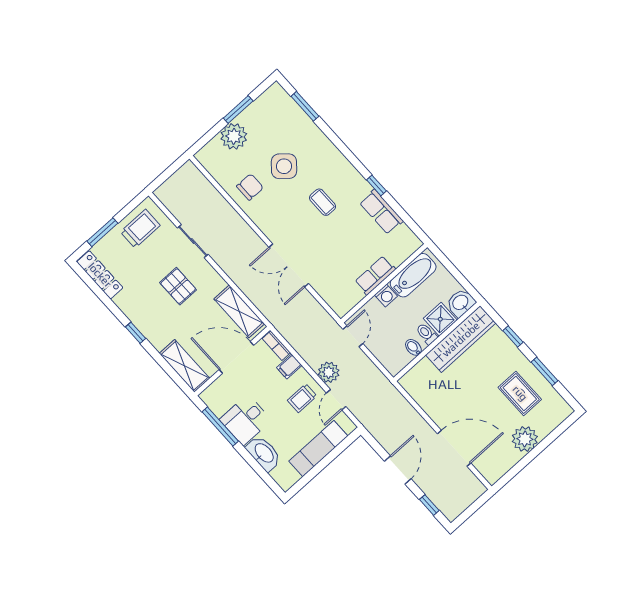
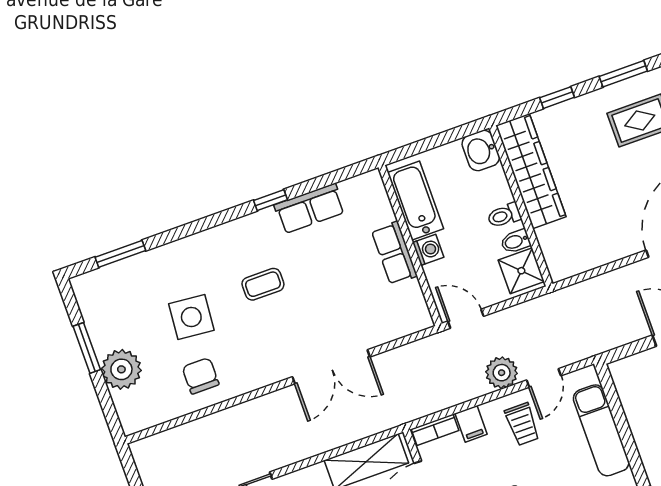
side table: (284, 166) -> (191, 317), turned -36
shower: (440, 319) -> (521, 271), moved
door: (336, 400) -> (544, 378), hinge flipped

